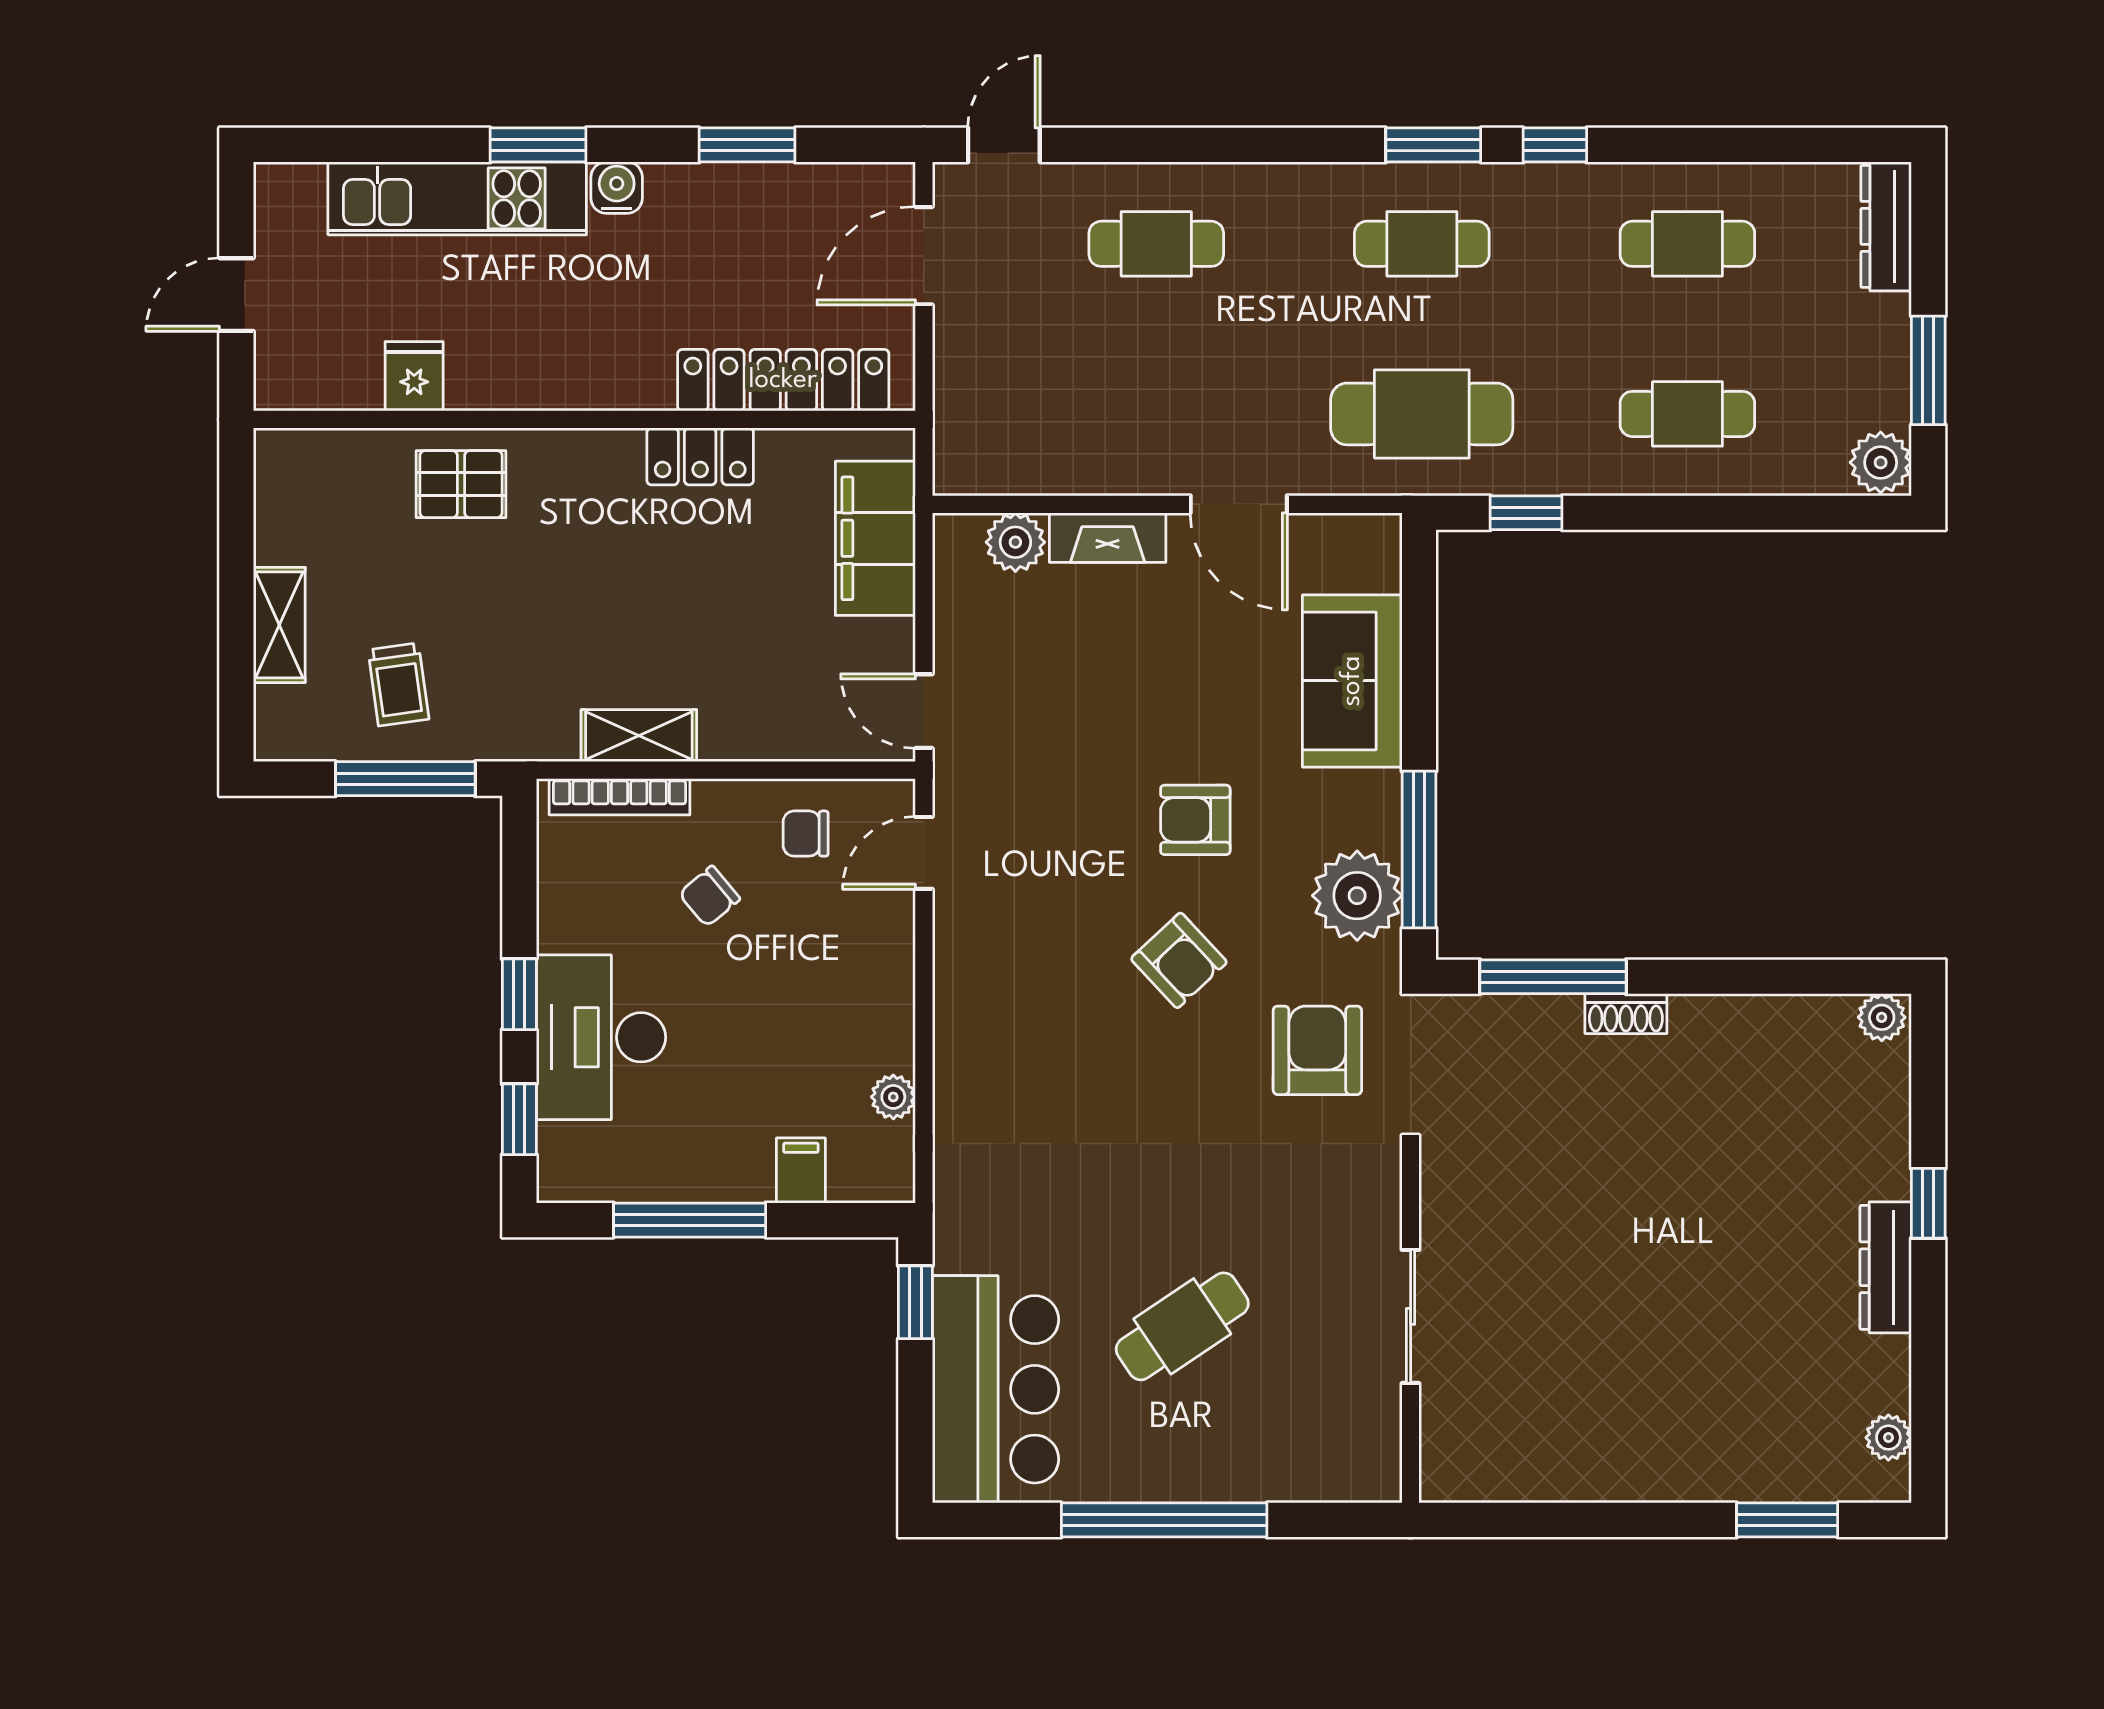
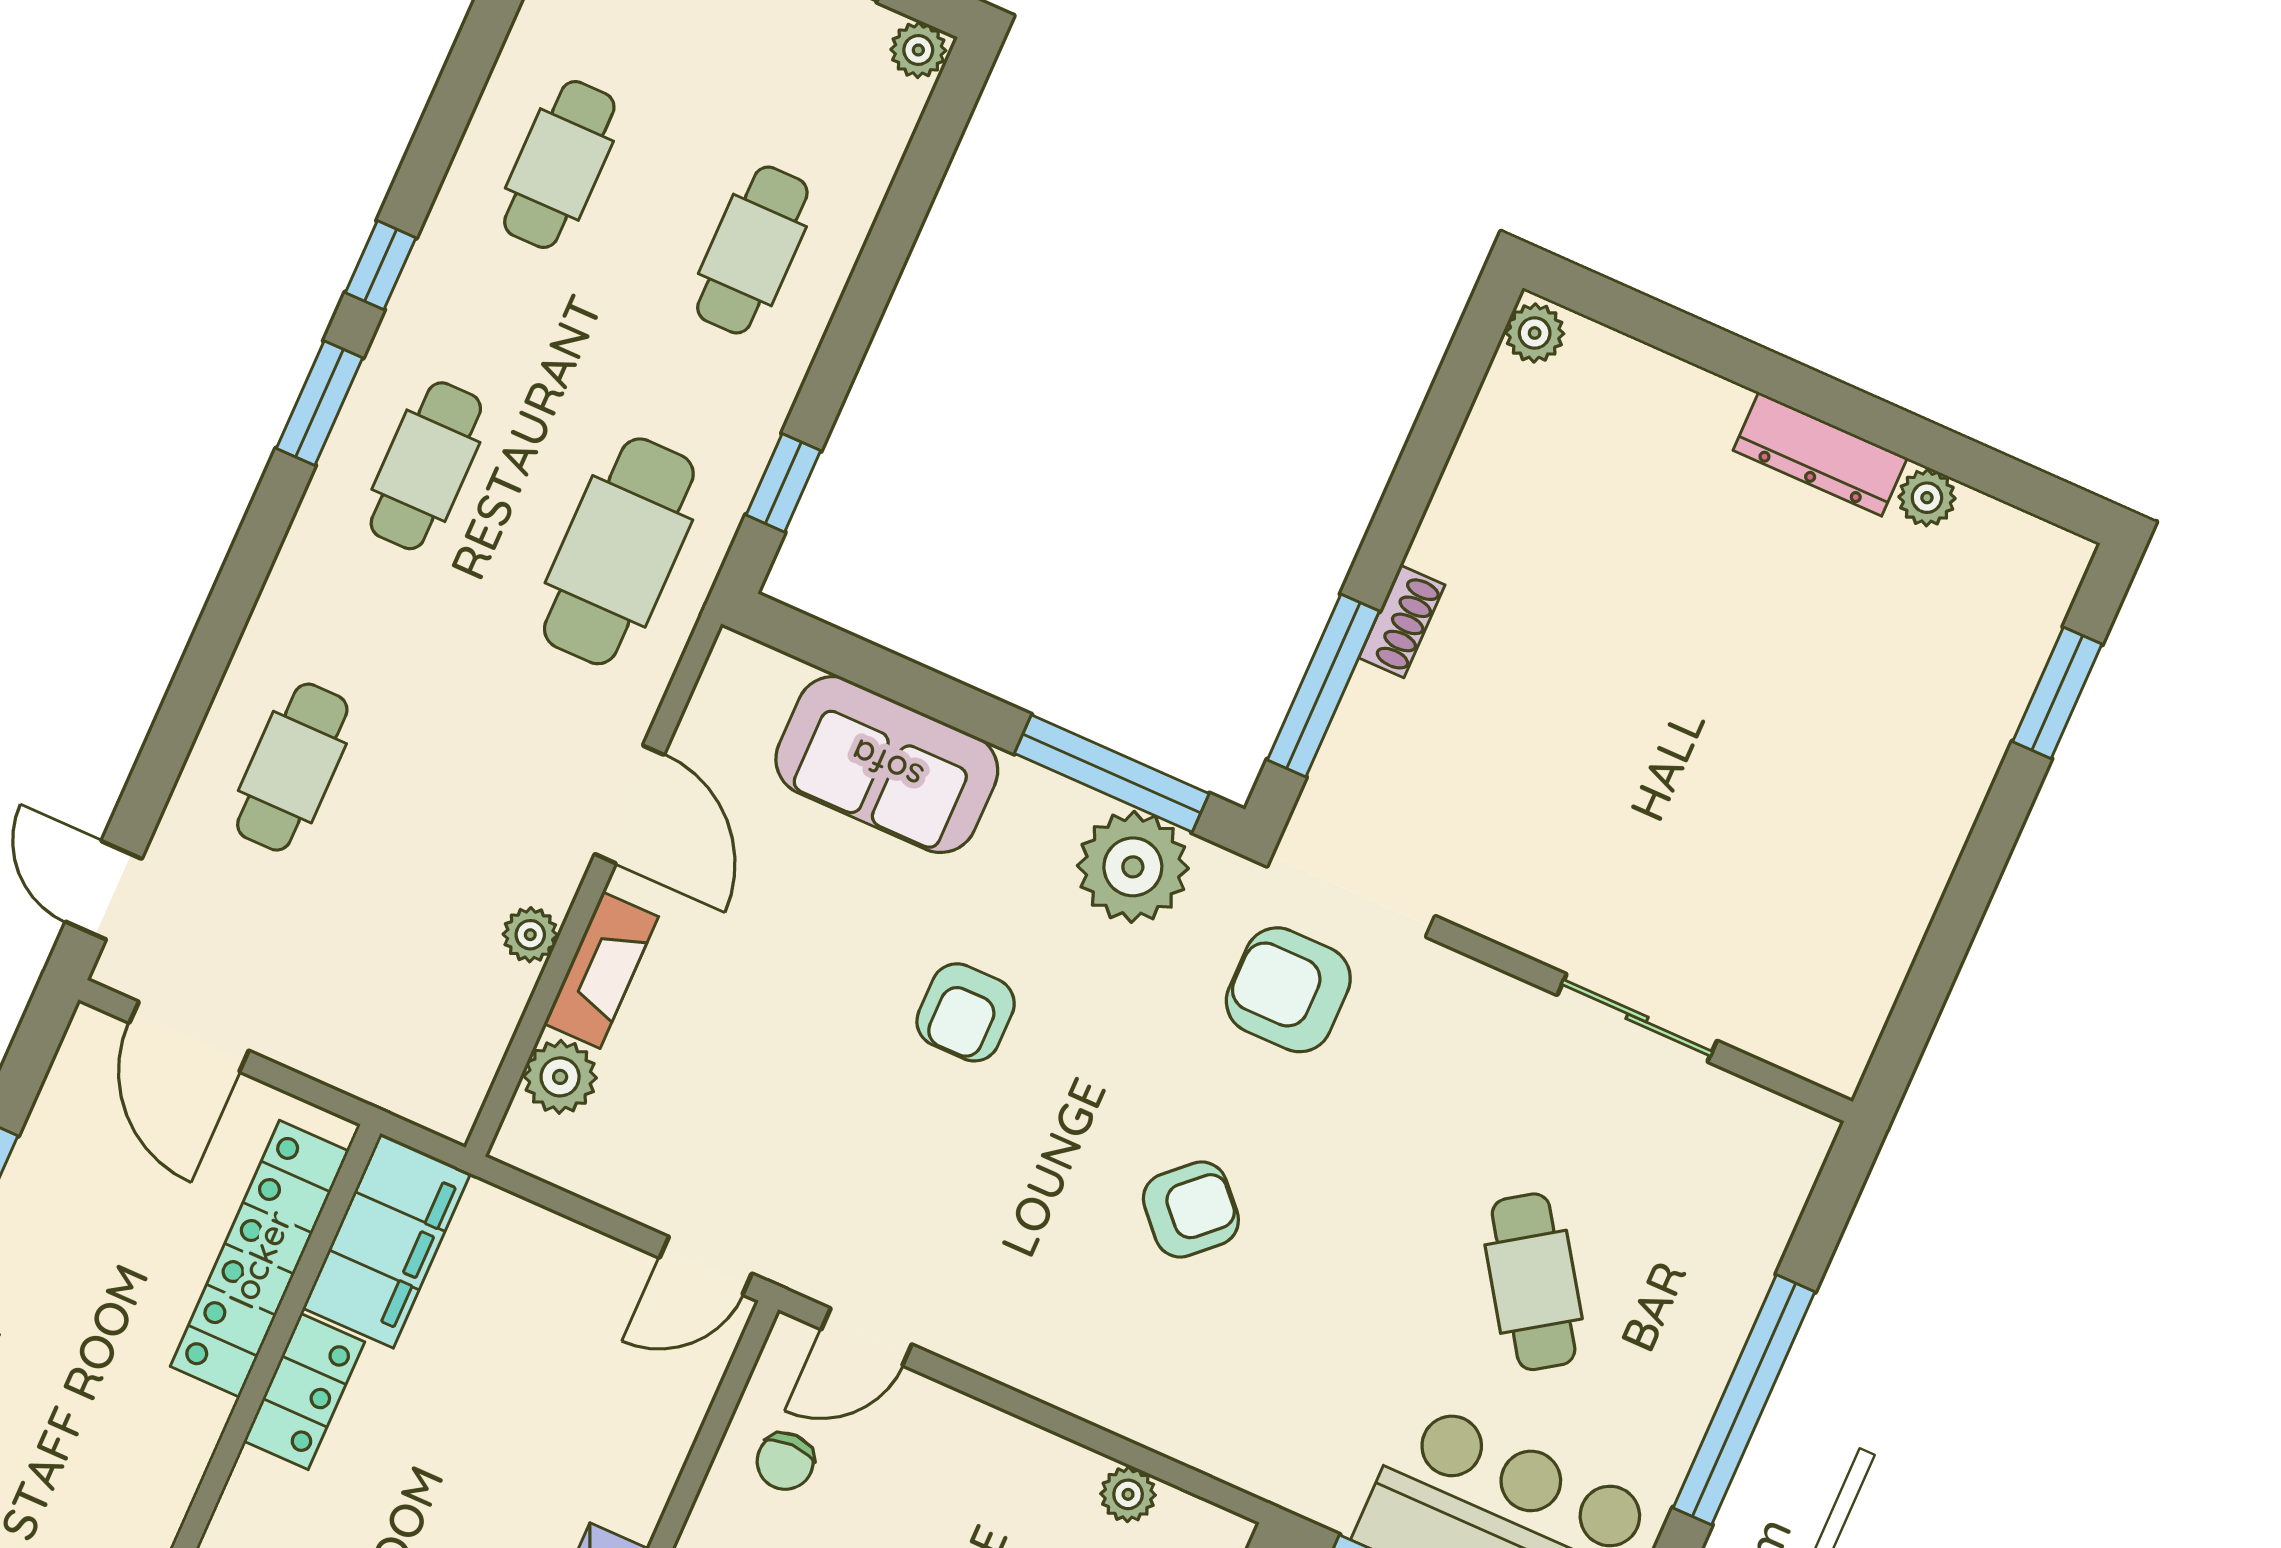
plant: (1881, 462) -> (918, 50), width x0.73, depth x0.73
plant: (1110, 474) -> (530, 935), added
door: (1239, 504) -> (629, 804), hinge flipped
filing cabinet: (875, 538) -> (387, 1241), moved, turned -90
door: (924, 853) -> (866, 1337), hinge flipped
armchair: (1179, 960) -> (1191, 1210), moved
window: (1928, 1203) -> (1769, 374), removed
plant: (1888, 1438) -> (1927, 498), moved

